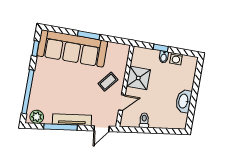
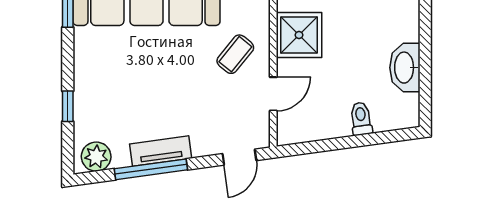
window: (28, 92) -> (68, 106), width x0.32
tv unit: (72, 120) -> (161, 151), width x0.71
toilet: (144, 120) -> (361, 119), moved

